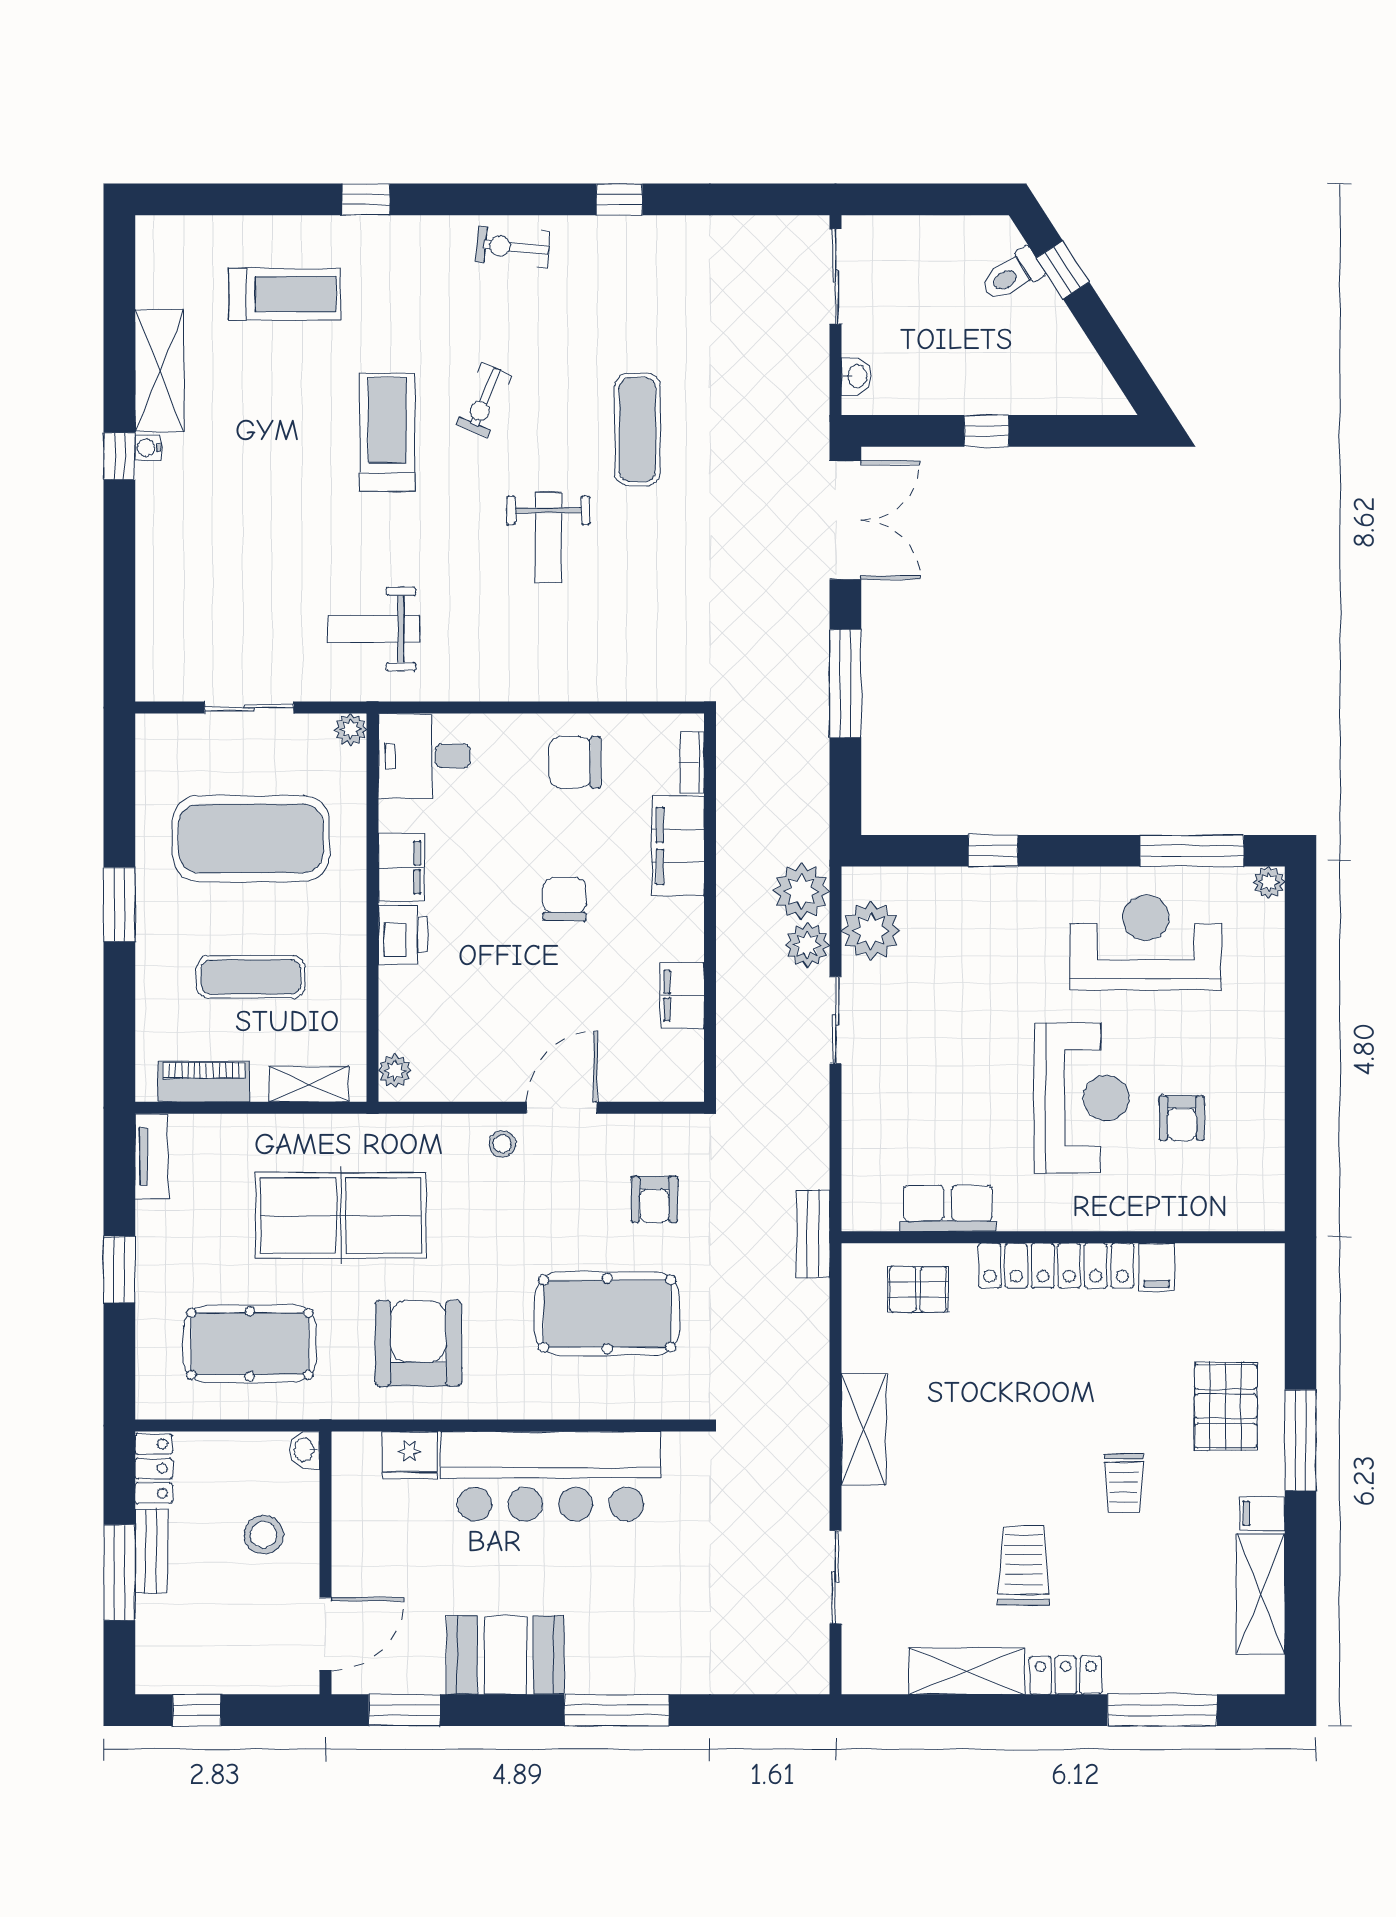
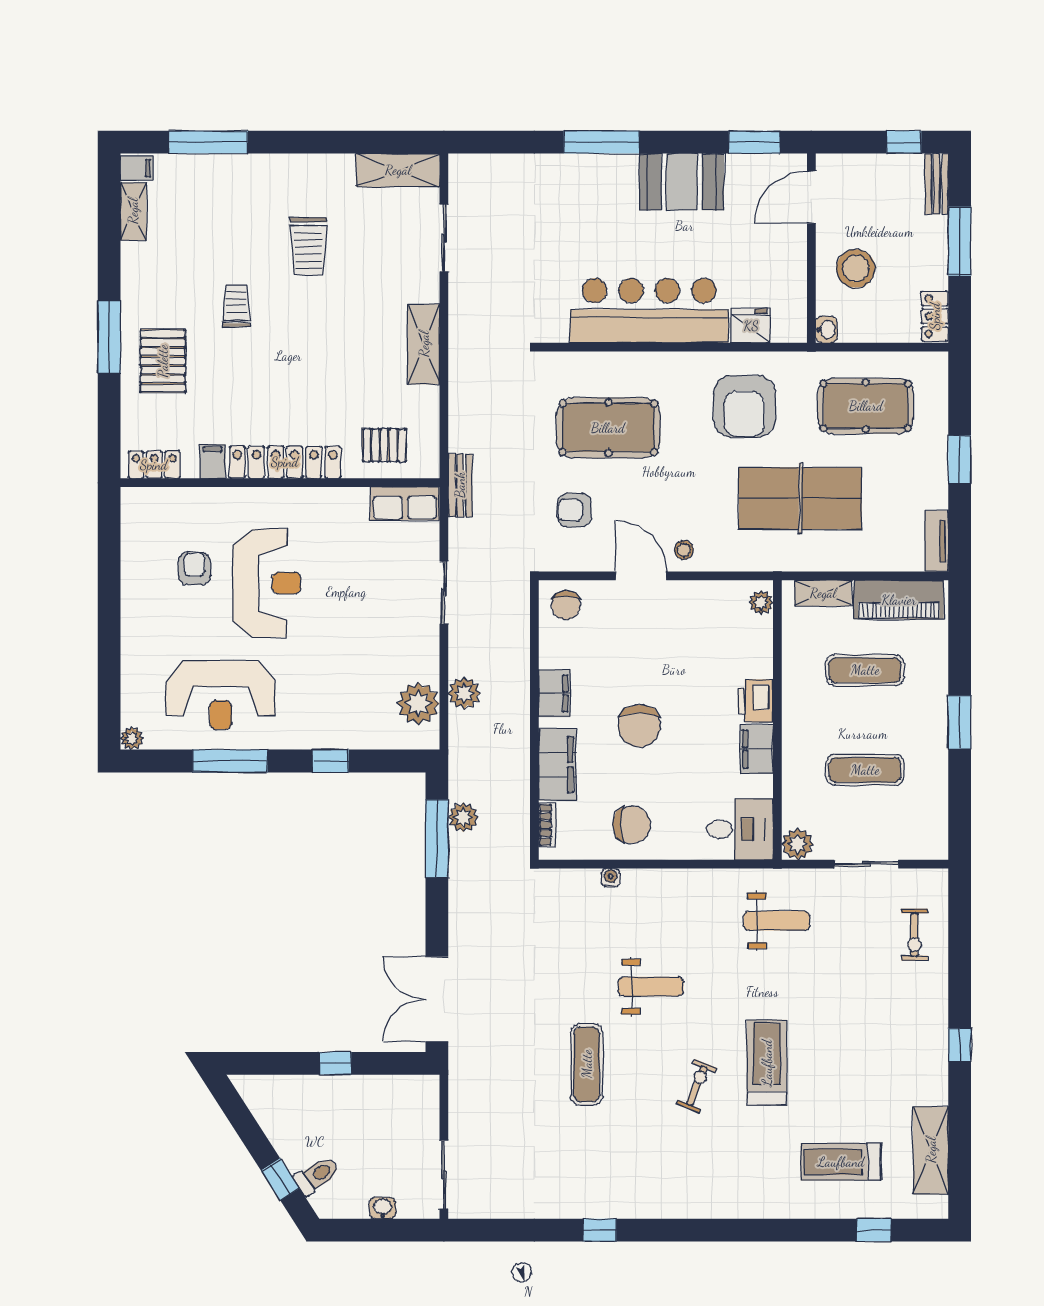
window: (366, 199) -> (874, 1230), moved
exercise bike: (513, 247) -> (914, 935), moved, turned 85
shelving: (160, 371) -> (931, 1150), moved
washbasin: (856, 376) -> (383, 1208), moved, turned 90
treadmill: (387, 432) -> (767, 1063), turned 180
water cooler: (148, 448) -> (611, 878), moved, turned -90
weight bench: (548, 538) -> (651, 987), turned 90
window: (845, 684) -> (437, 838), moved
plant: (351, 729) -> (797, 844), width x1.38, depth x1.38
exercise mat: (251, 838) -> (865, 770), width x0.50, depth x0.69
window: (1192, 851) -> (230, 761), moved
plant: (801, 891) -> (463, 817), moved, width x0.73, depth x0.73
chair: (564, 899) -> (639, 726), width x1.37, depth x1.37
filing cabinet: (682, 996) -> (554, 693), moved
sliding door: (836, 1020) -> (444, 592), moved
chair: (666, 1067) -> (566, 605), added
piano: (204, 1081) -> (899, 600), width x1.37, depth x1.33
reception desk: (1082, 1098) -> (267, 583), turned 180
door: (562, 1108) -> (641, 576), swing flipped
armchair: (654, 1199) -> (574, 510), turned -90
row of seats: (948, 1208) -> (405, 504), moved
filing cabinet: (1262, 1513) -> (137, 168), moved
stool: (264, 1535) -> (856, 268), width x1.38, depth x1.38
bench: (151, 1551) -> (937, 184), moved
shelving: (1261, 1594) -> (133, 211), width x0.67, depth x0.75
shelving: (967, 1671) -> (398, 170), moved
locker: (1066, 1675) -> (154, 465), moved, turned 180

